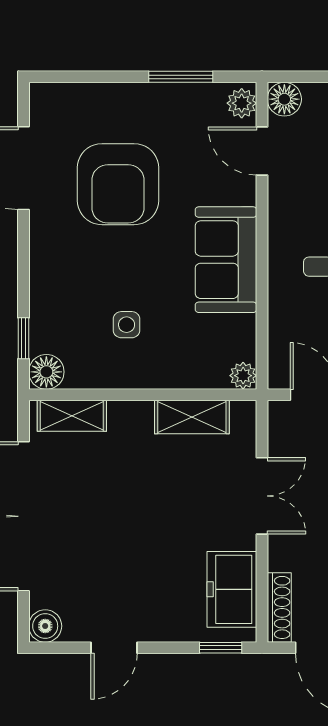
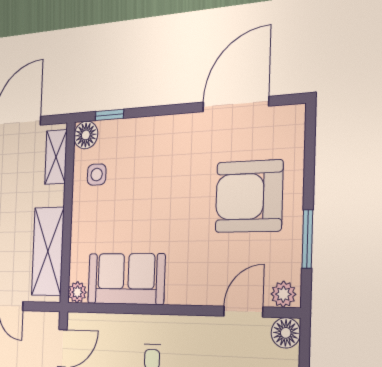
armchair: (118, 184) -> (249, 196), moved
sofa: (226, 260) -> (126, 279), moved
side table: (127, 325) -> (97, 175), moved
shelving: (192, 417) -> (48, 251), width x1.50, depth x1.33

